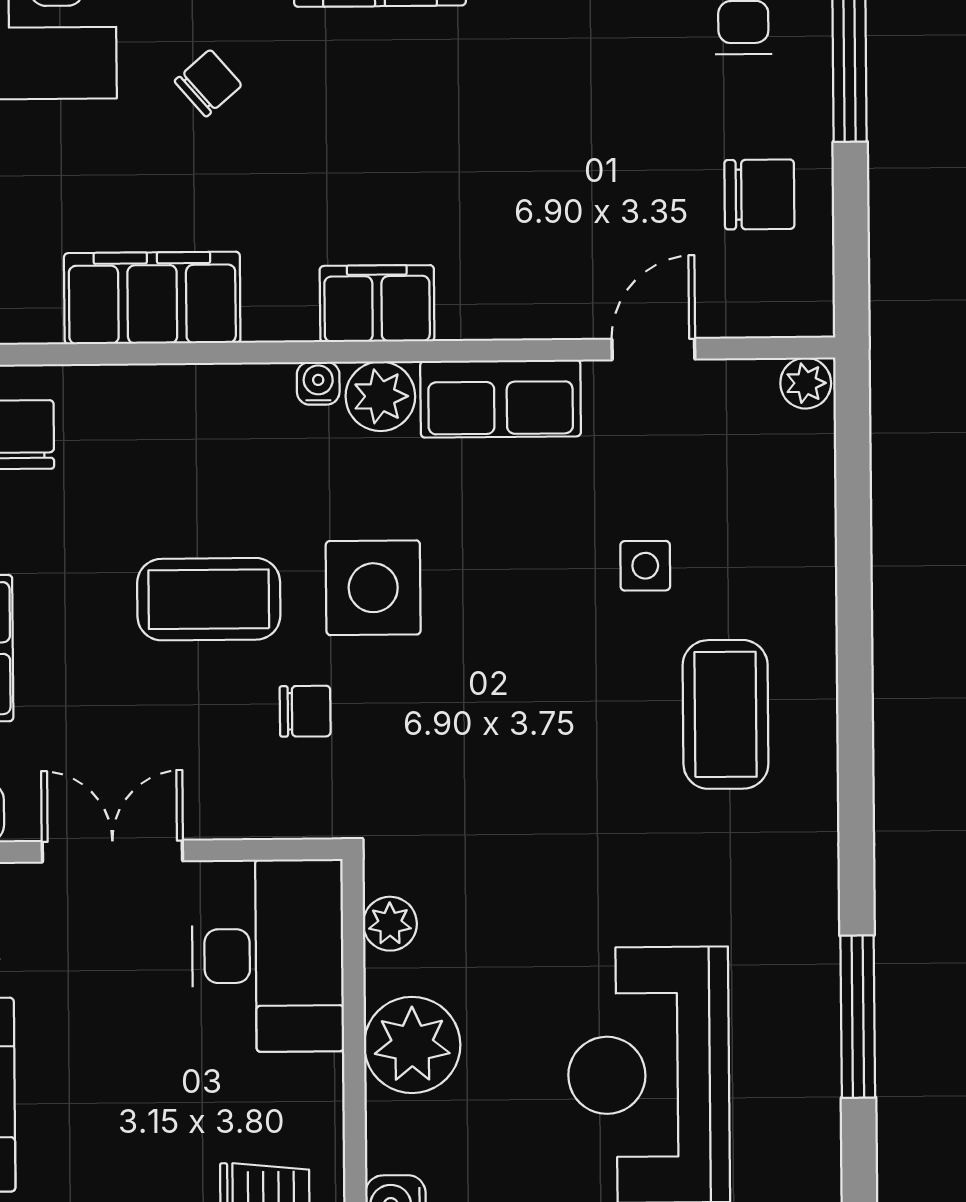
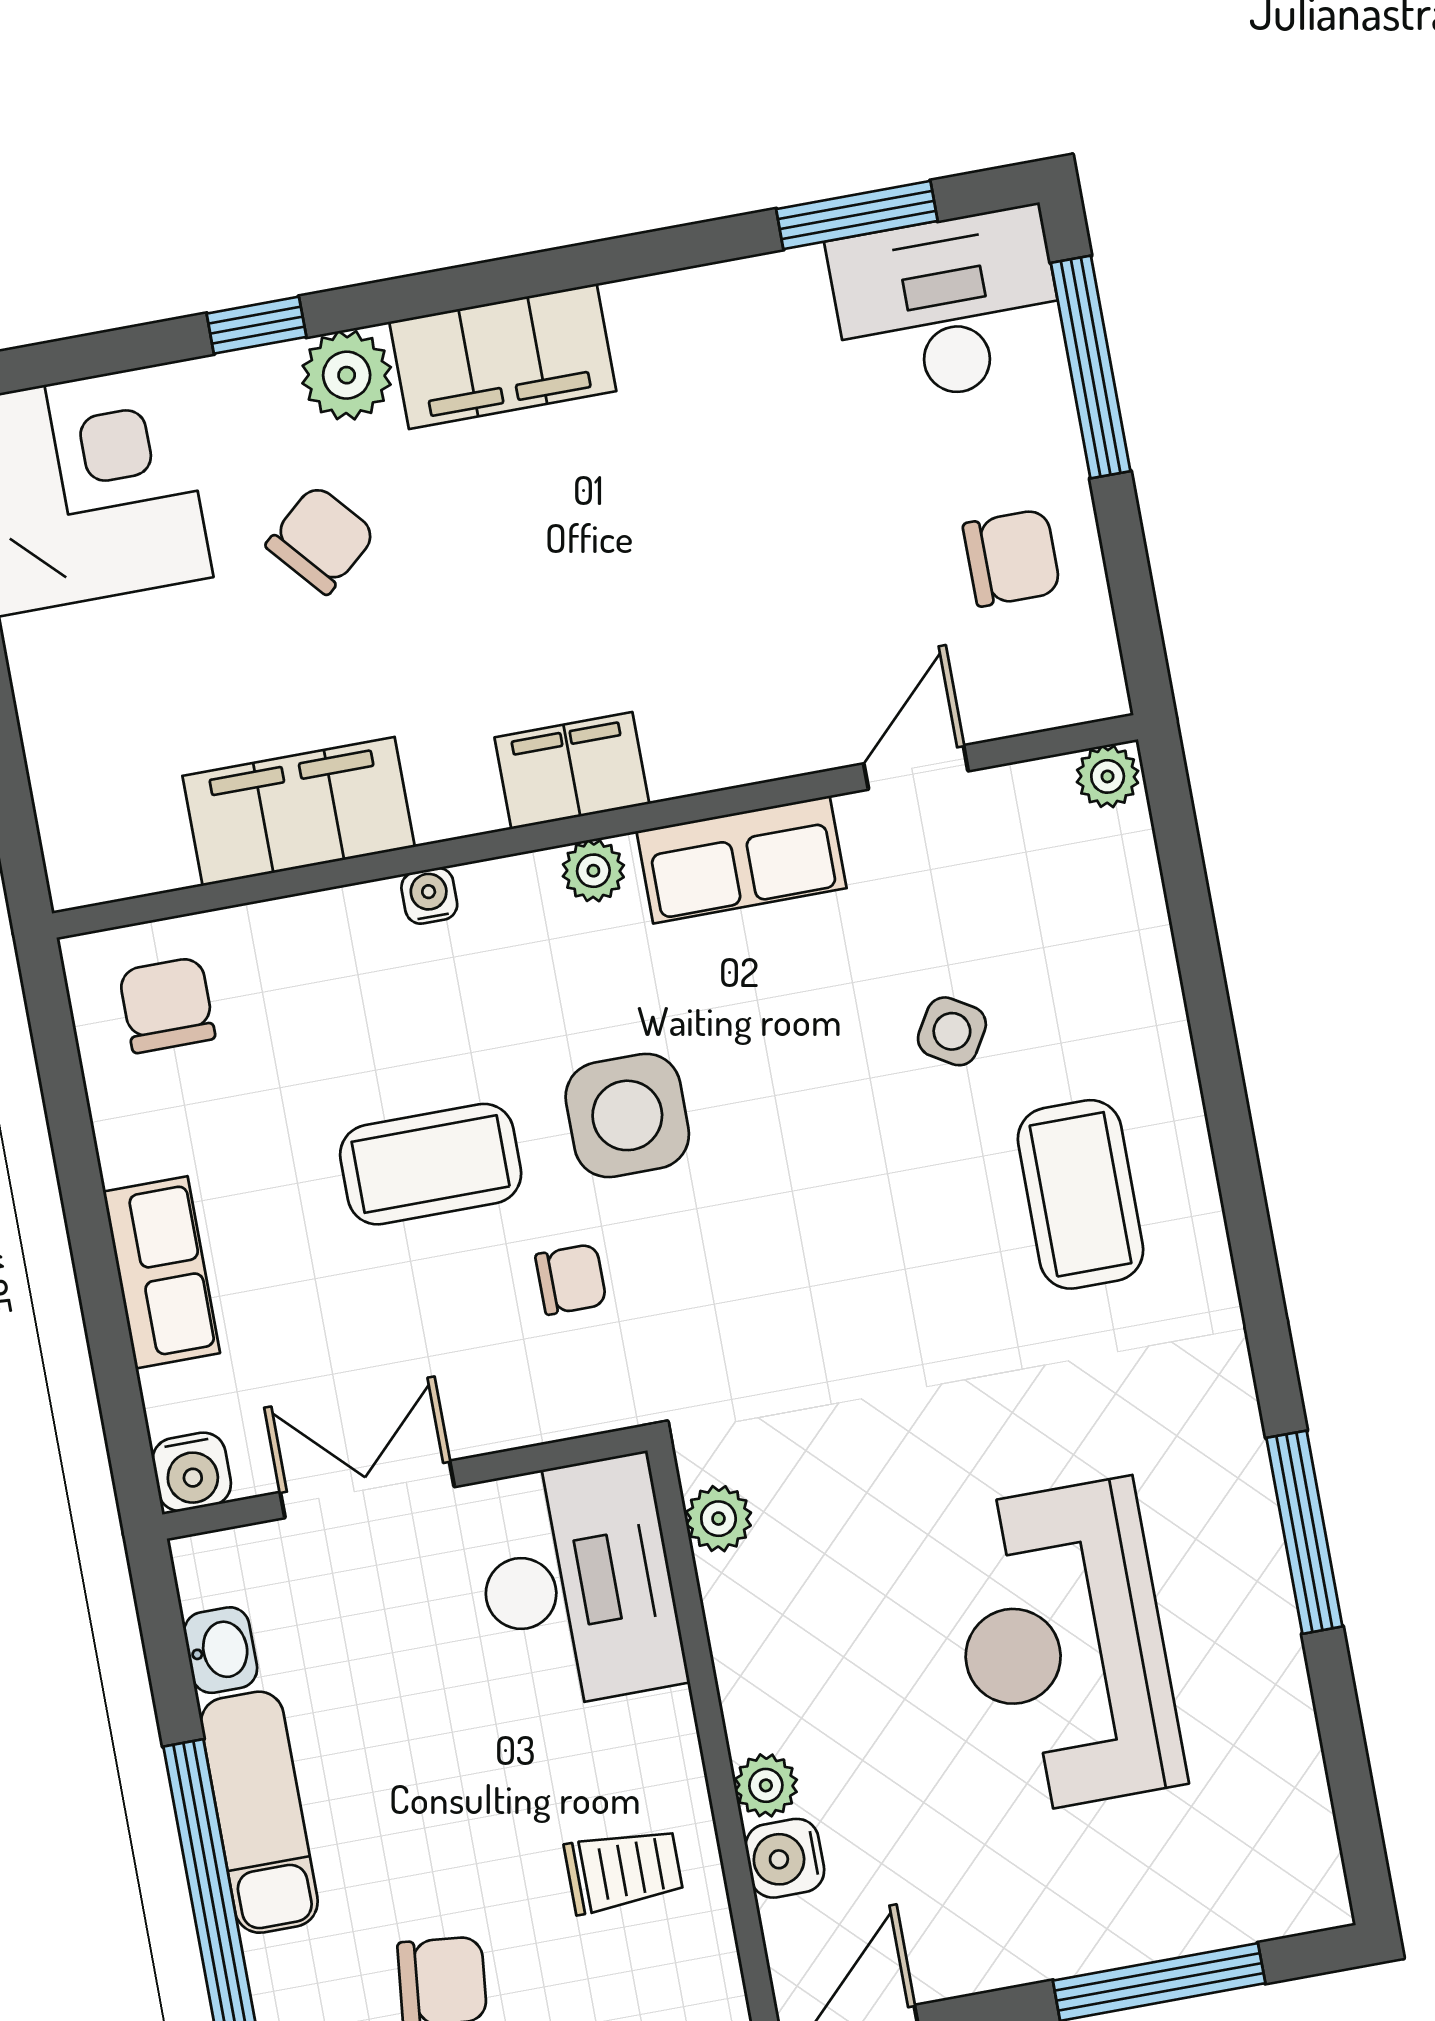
chair: (208, 83) -> (321, 539), width x1.37, depth x1.37
water cooler: (318, 383) -> (429, 896), moved
plant: (380, 396) -> (593, 871), width x0.73, depth x0.73
side table: (645, 566) -> (952, 1031), turned 31
plant: (412, 1045) -> (766, 1785), moved, width x0.53, depth x0.53

